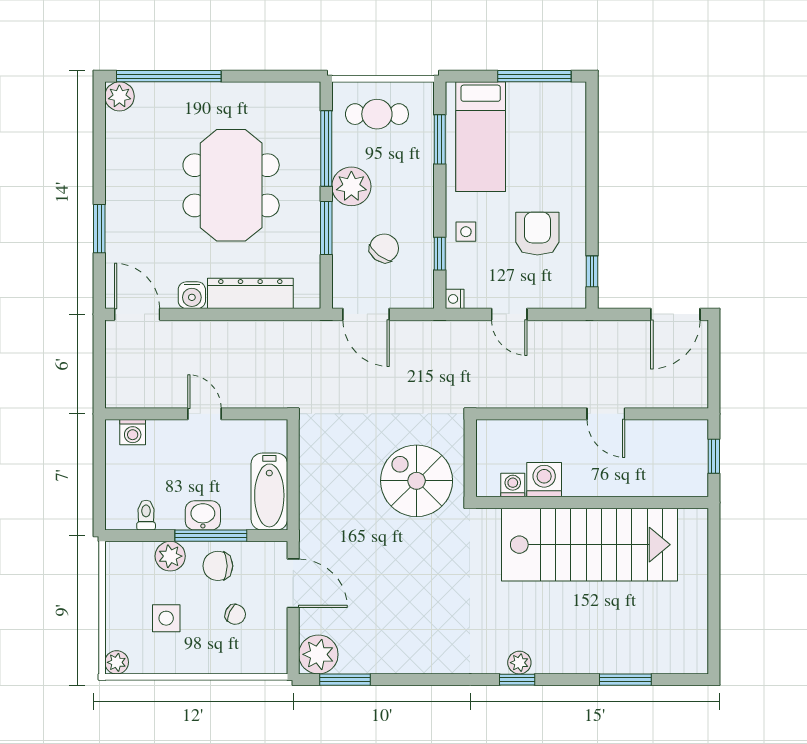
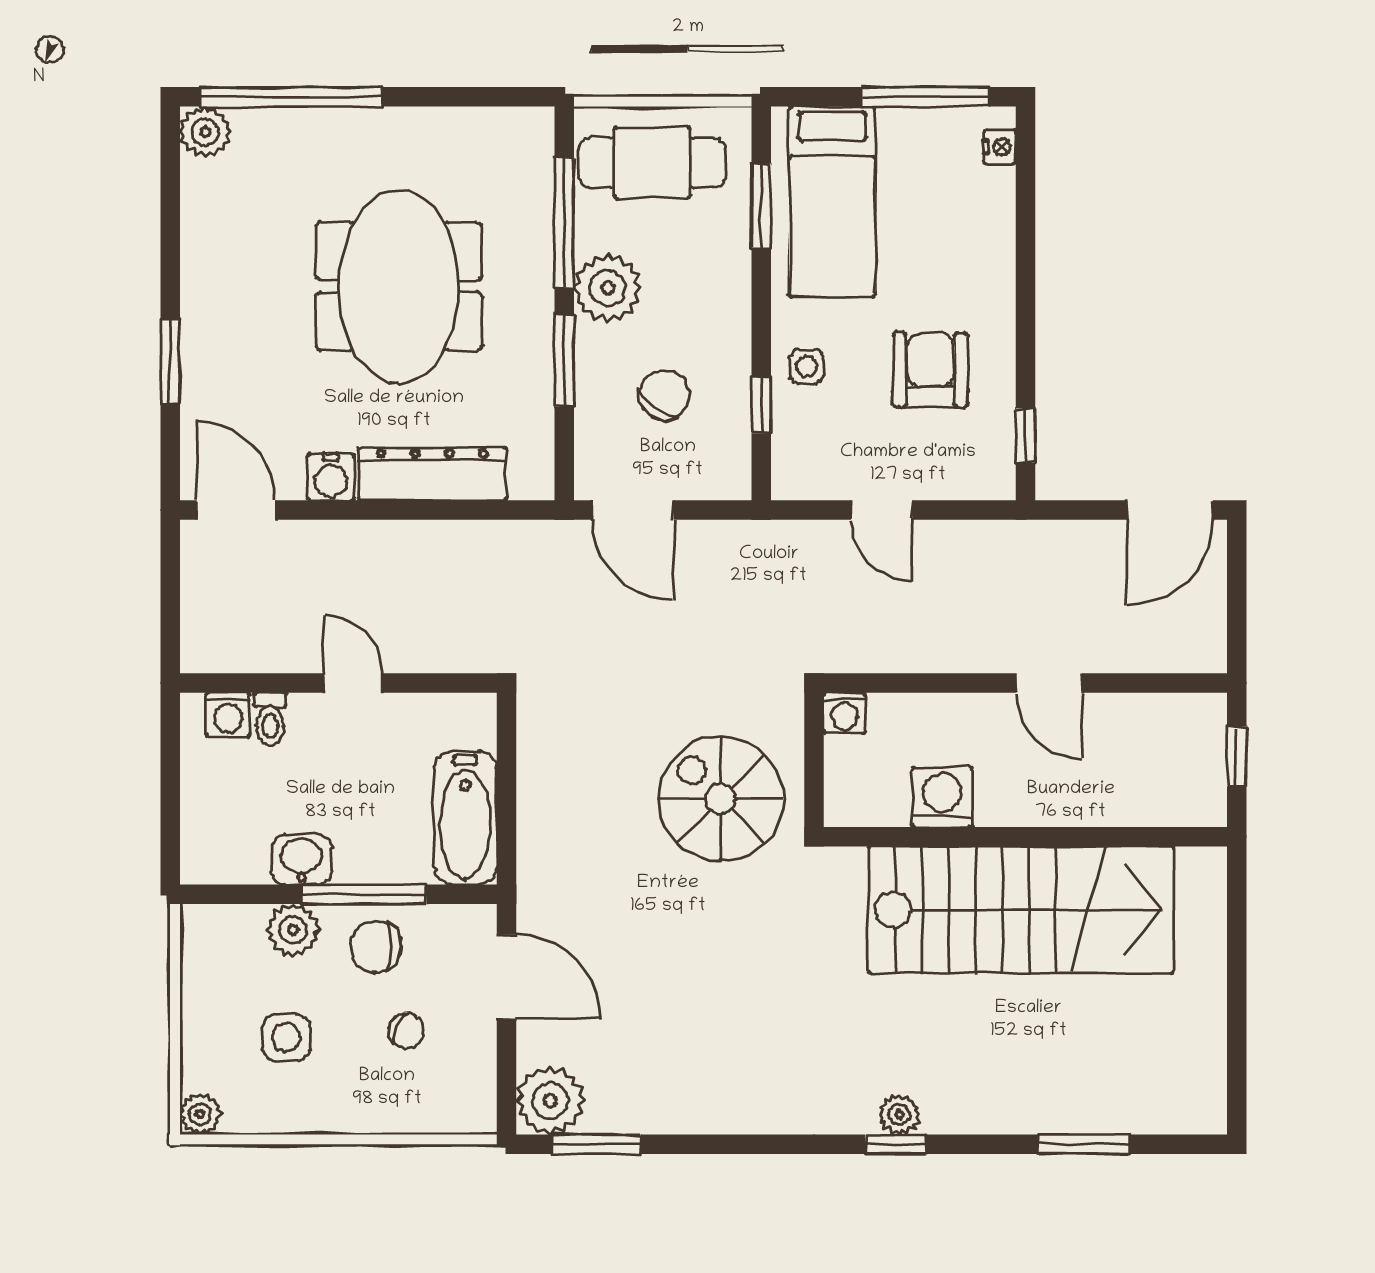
cafe table: (377, 114) -> (652, 163), width x1.37, depth x1.35
nightstand: (455, 299) -> (1000, 147), moved, turned 180
washing machine: (513, 485) -> (844, 713), moved, turned 180
toilet: (146, 515) -> (270, 719), moved, turned 180
washbasin: (203, 515) -> (301, 859), moved

